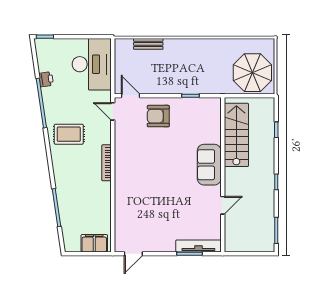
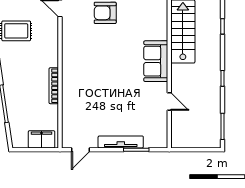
bookcase: (107, 163) -> (54, 86), moved
door: (223, 205) -> (169, 101), hinge flipped
tv unit: (198, 246) -> (121, 142), moved

